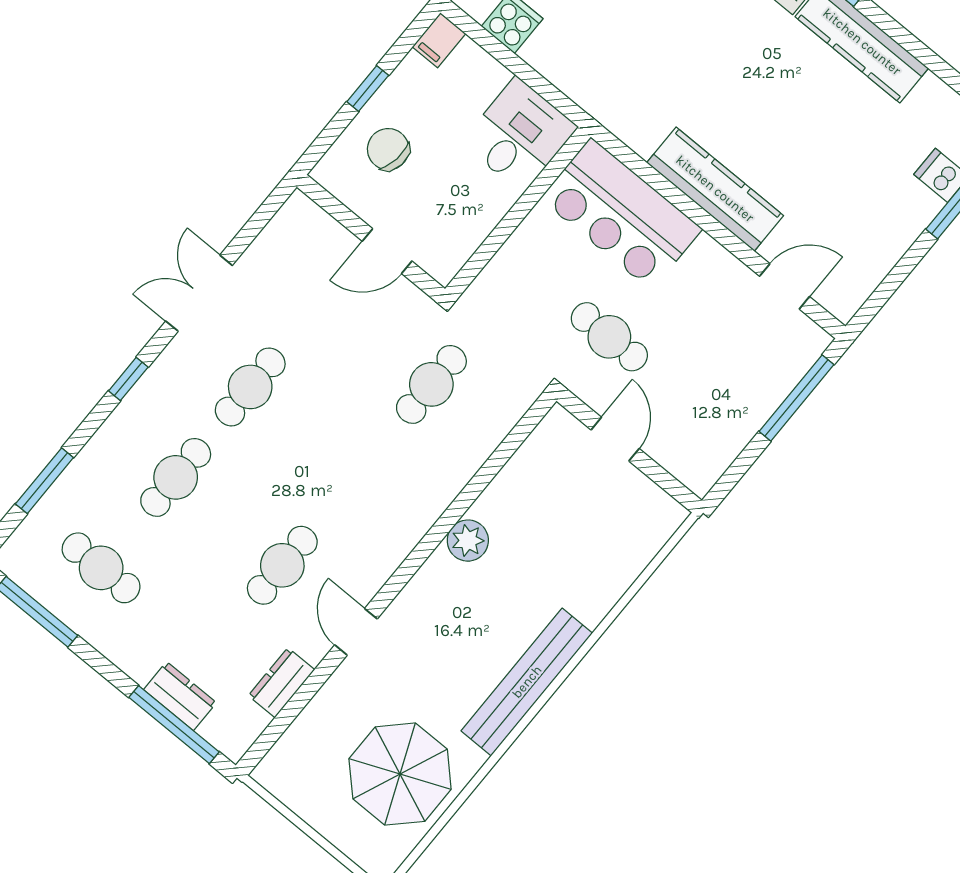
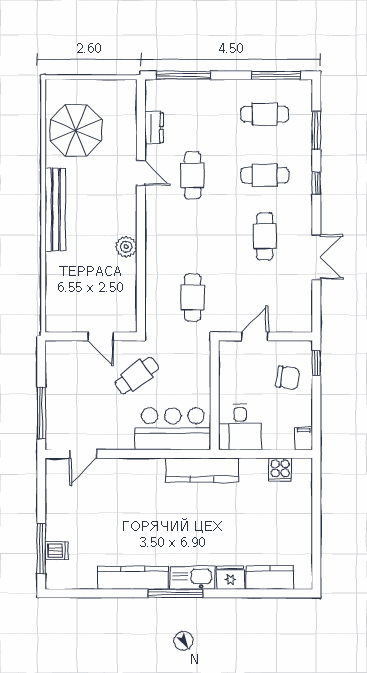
window: (368, 89) -> (316, 363), moved
kitchen counter: (715, 189) -> (202, 470), moved
cafe table: (609, 337) -> (137, 376), turned -36
window: (128, 379) -> (316, 183), moved
cafe table: (176, 477) -> (265, 175), turned 90
dresser: (180, 696) -> (190, 89), removed

